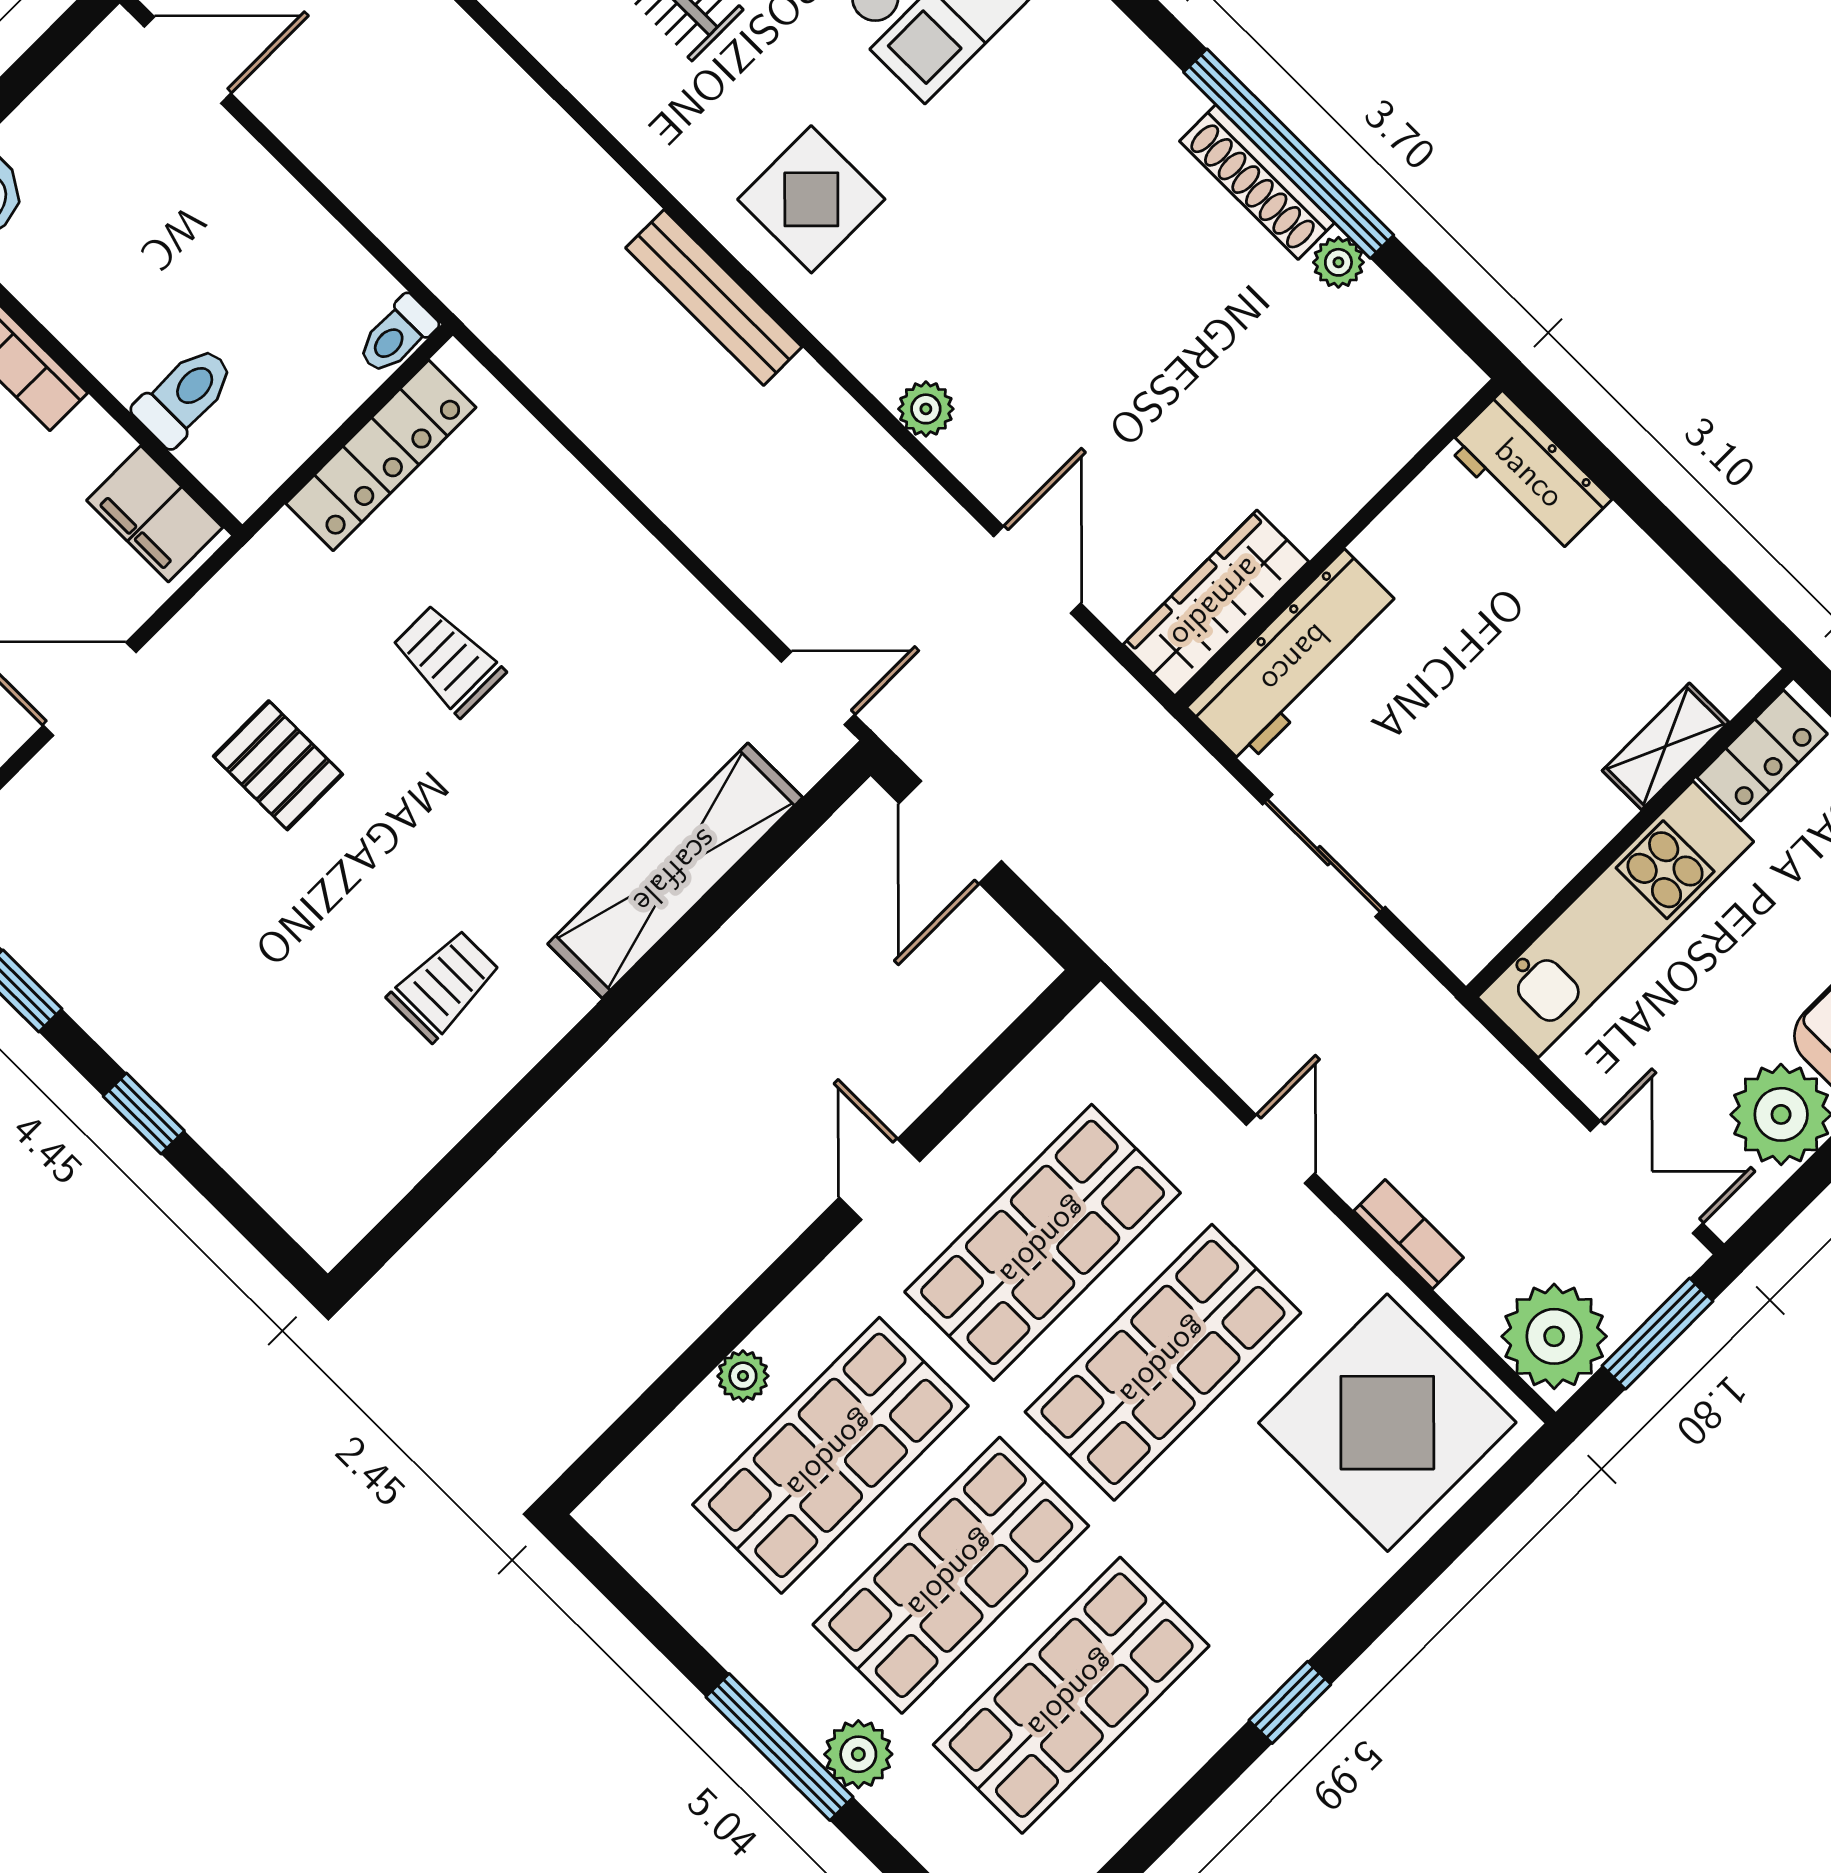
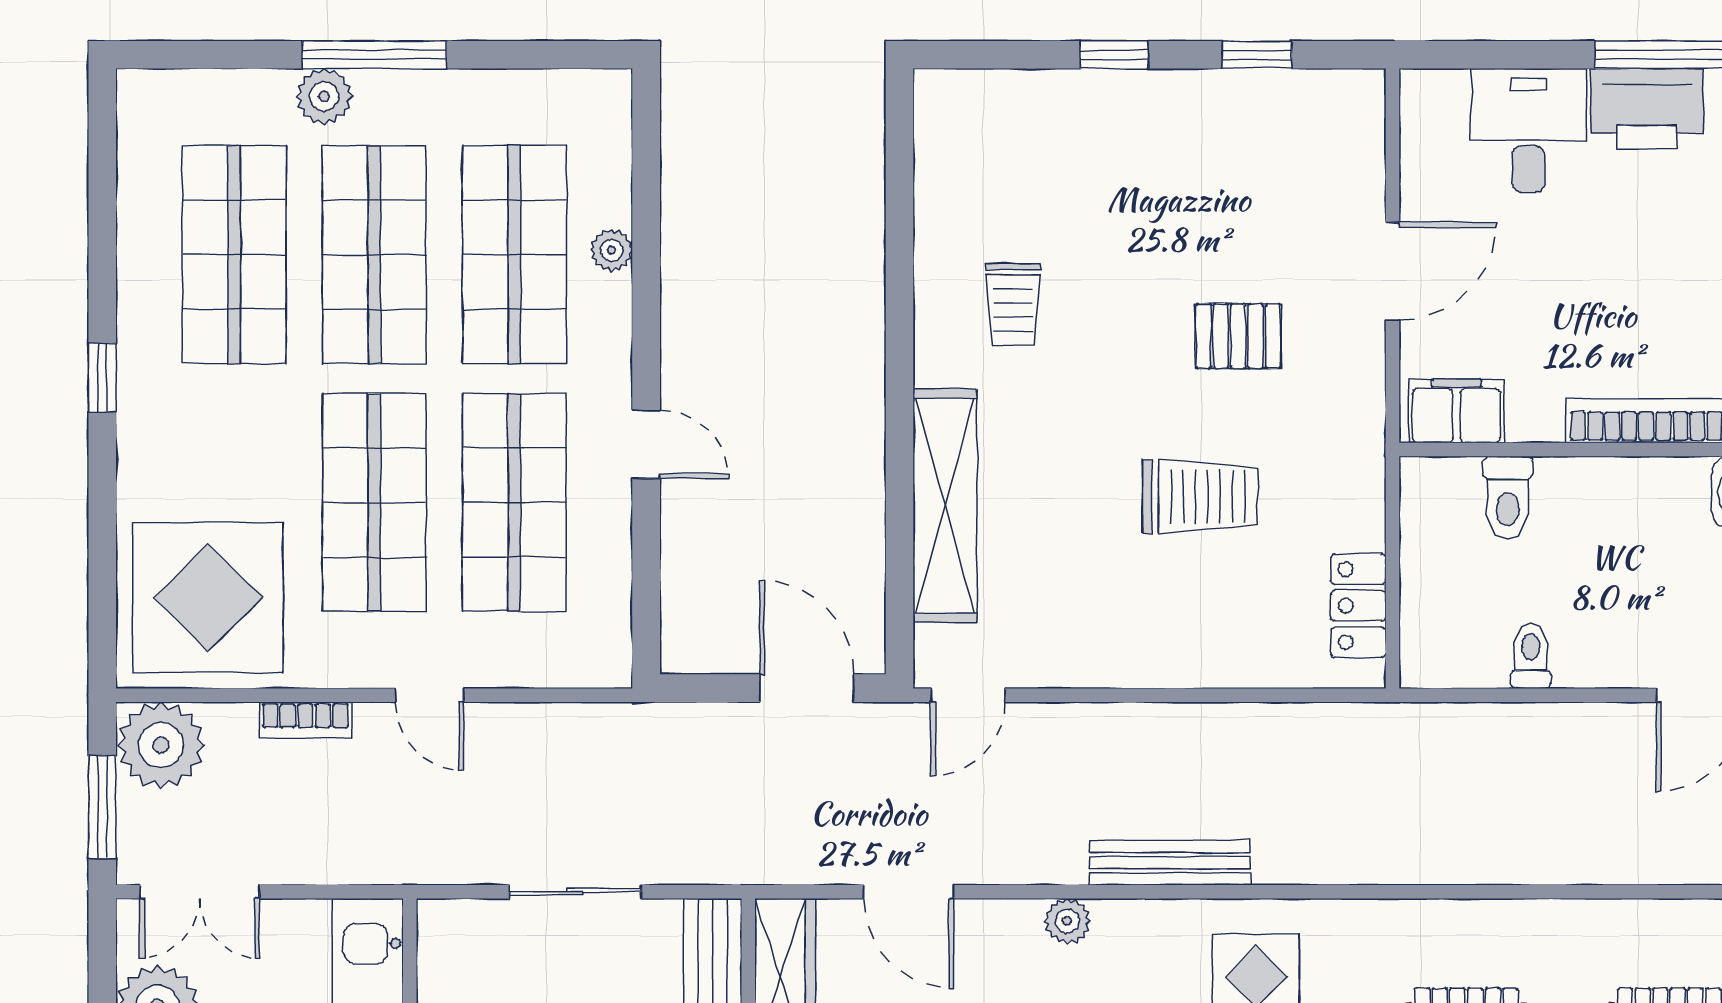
bench: (714, 297) -> (1170, 863), moved
toilet: (397, 335) -> (1531, 656), moved
locker: (381, 455) -> (1358, 606), width x0.66
trolley: (448, 660) -> (1200, 496), width x1.36, depth x1.39

